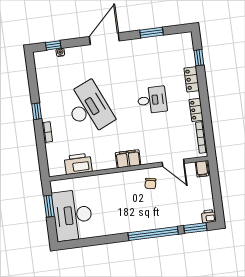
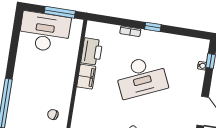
filing cabinet: (128, 159) -> (86, 77), moved
window: (49, 206) -> (60, 12), width x1.44

